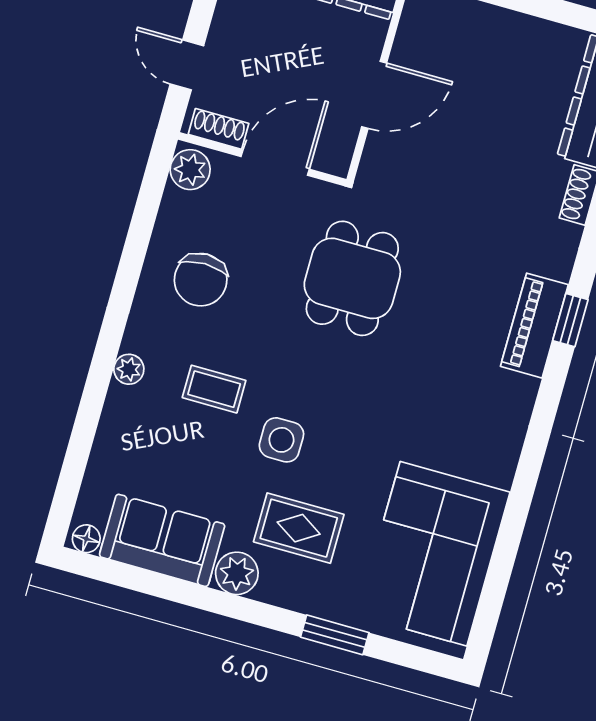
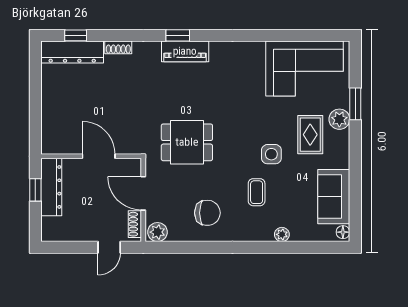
plant: (129, 369) -> (282, 234), moved
plant: (237, 573) -> (339, 119), moved

